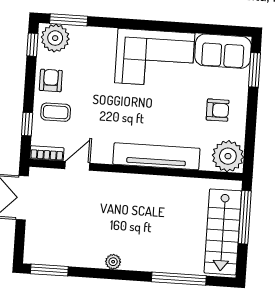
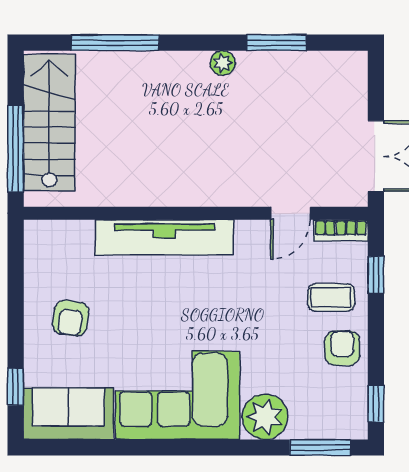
plant: (55, 38) -> (265, 417), moved
window: (254, 70) -> (16, 387), width x0.67
armchair: (51, 80) -> (342, 348), turned 180
armchair: (218, 110) -> (71, 318), turned -82
plant: (228, 156) -> (49, 245), removed
window: (49, 270) -> (276, 43), moved

